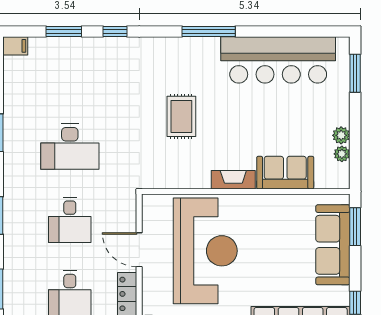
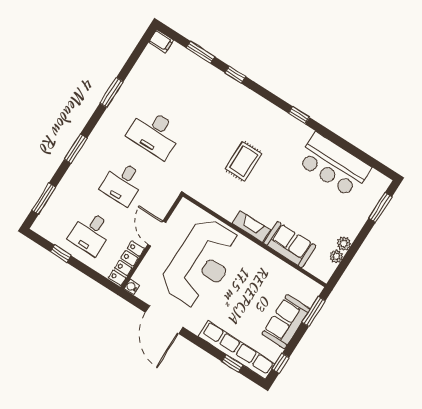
window: (209, 31) -> (299, 115), width x0.46
bar counter: (278, 60) -> (334, 165), width x0.73
sofa: (333, 245) -> (286, 322), width x0.73

